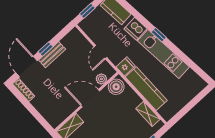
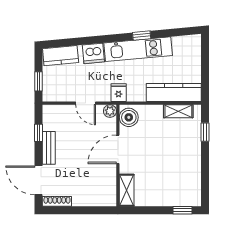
window: (159, 35) -> (142, 36), moved
window: (45, 49) -> (39, 133), moved
plant: (101, 79) -> (110, 111), moved
kitchen counter: (146, 89) -> (174, 92), moved

